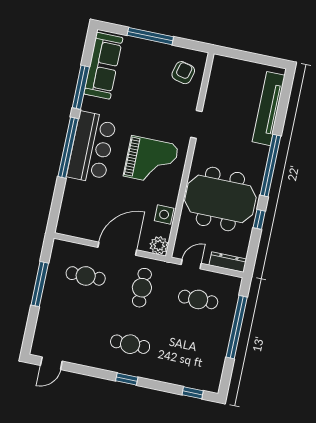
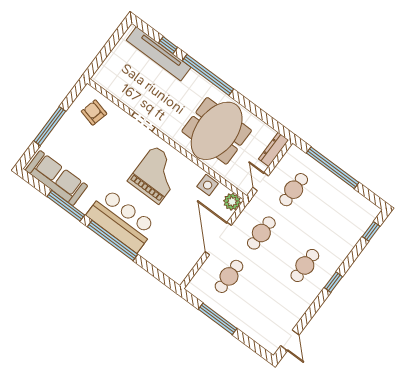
window: (259, 219) -> (168, 45), moved
cafe table: (142, 288) -> (261, 233), turned 90

